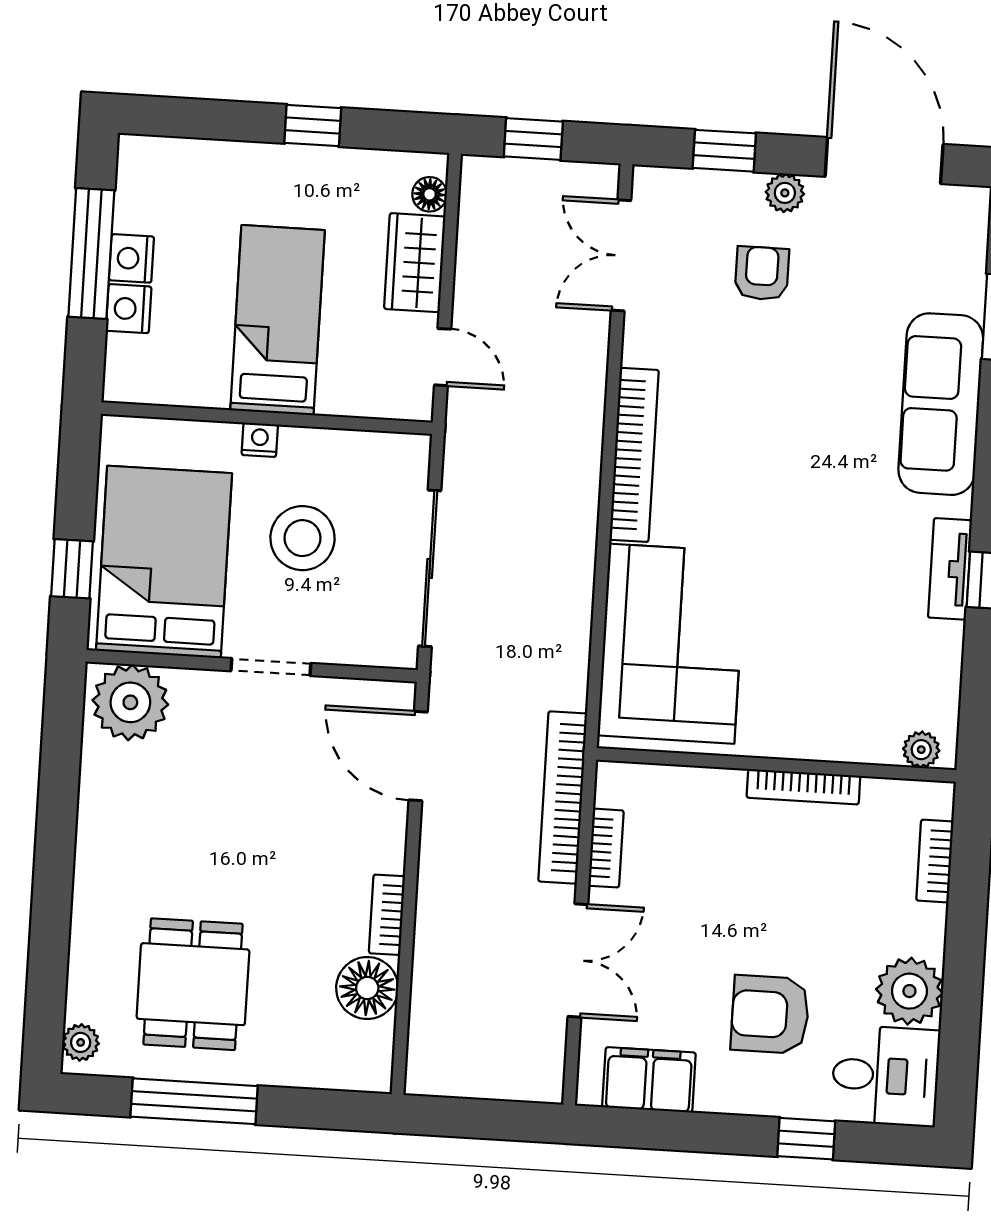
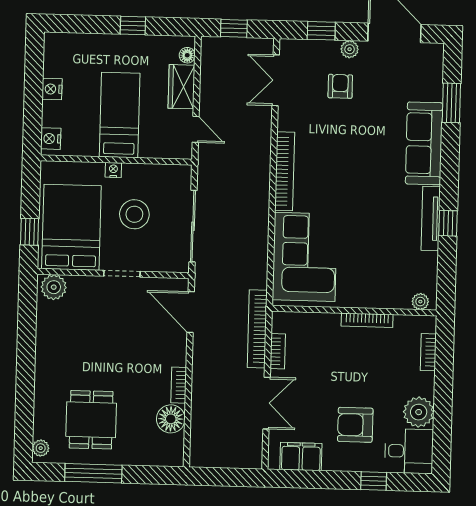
window: (91, 254) -> (34, 87), removed
nightstand: (129, 309) -> (51, 139), moved
tv unit: (950, 569) -> (431, 219), width x1.41
plant: (130, 702) -> (54, 287), width x0.73, depth x0.73

